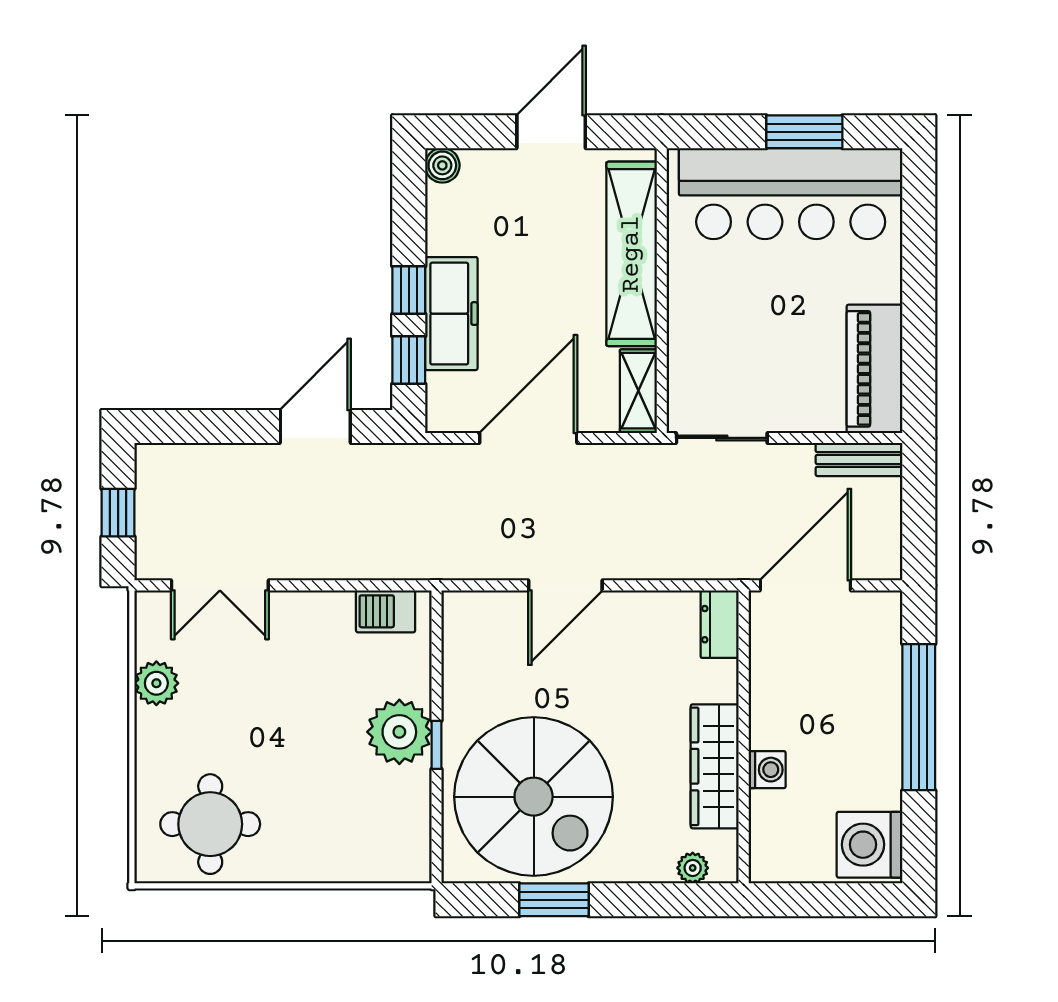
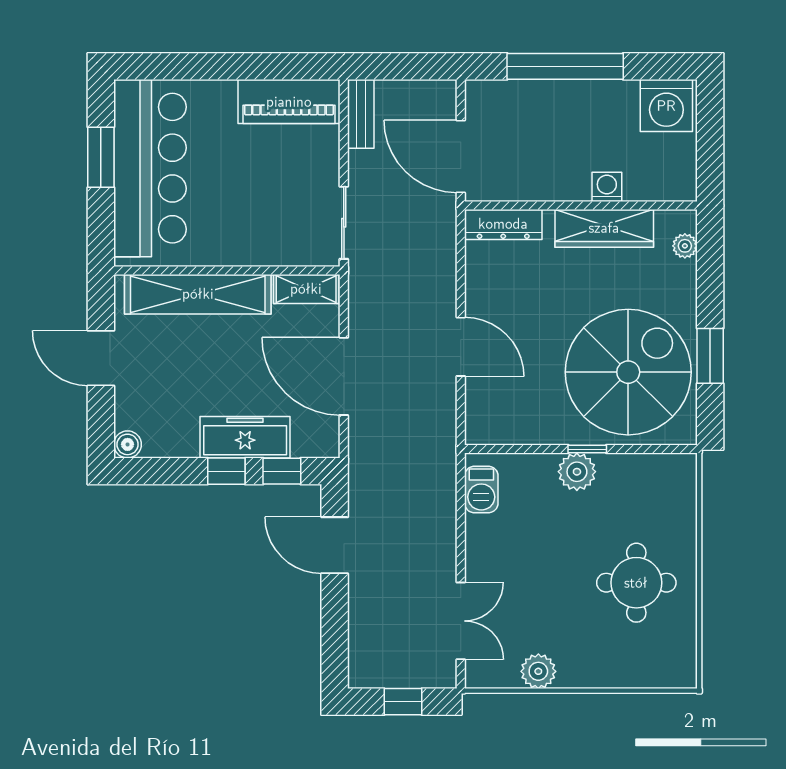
dresser: (720, 624) -> (503, 224), width x1.44
plant: (399, 732) -> (577, 472), width x0.73, depth x0.73
round table: (210, 824) -> (636, 583), moved

